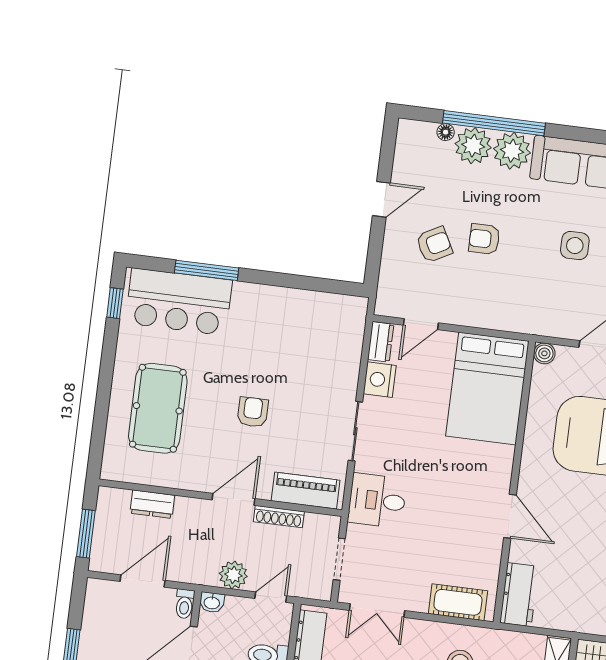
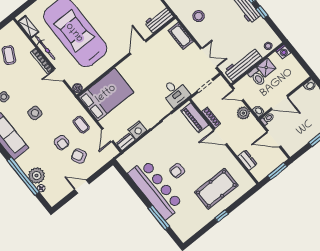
plant: (512, 151) -> (26, 162), removed
coffee table: (481, 300) -> (81, 125), added
bar counter: (179, 302) -> (156, 189), moved, width x1.36
window: (115, 303) -> (222, 216), moved
door: (421, 324) -> (108, 135), swing flipped
armchair: (253, 412) -> (177, 171), moved

